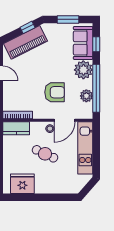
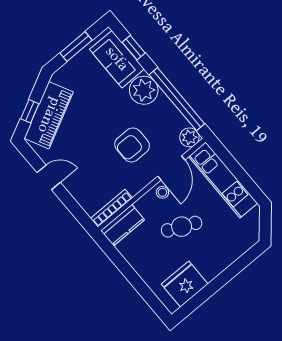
window: (27, 27) -> (30, 111), moved
armchair: (55, 92) -> (132, 145), turned 180
plant: (86, 96) -> (189, 137), moved

